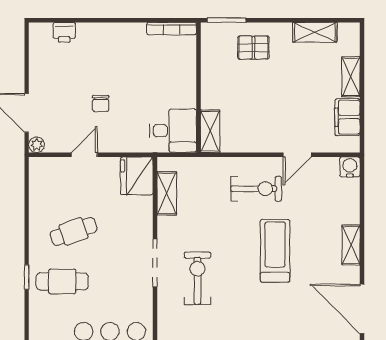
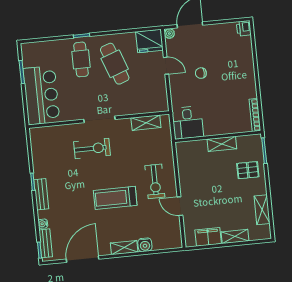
printer: (64, 32) -> (244, 28), moved
pallet: (253, 48) -> (248, 170), turned 90
shelving: (210, 131) -> (222, 144), moved
water cooler: (350, 167) -> (145, 245), moved, turned 90
fridge: (137, 176) -> (149, 41), moved, turned 180
cafe table: (74, 231) -> (115, 64), width x1.37, depth x1.35
treadmill: (275, 251) -> (115, 198), turned 180

